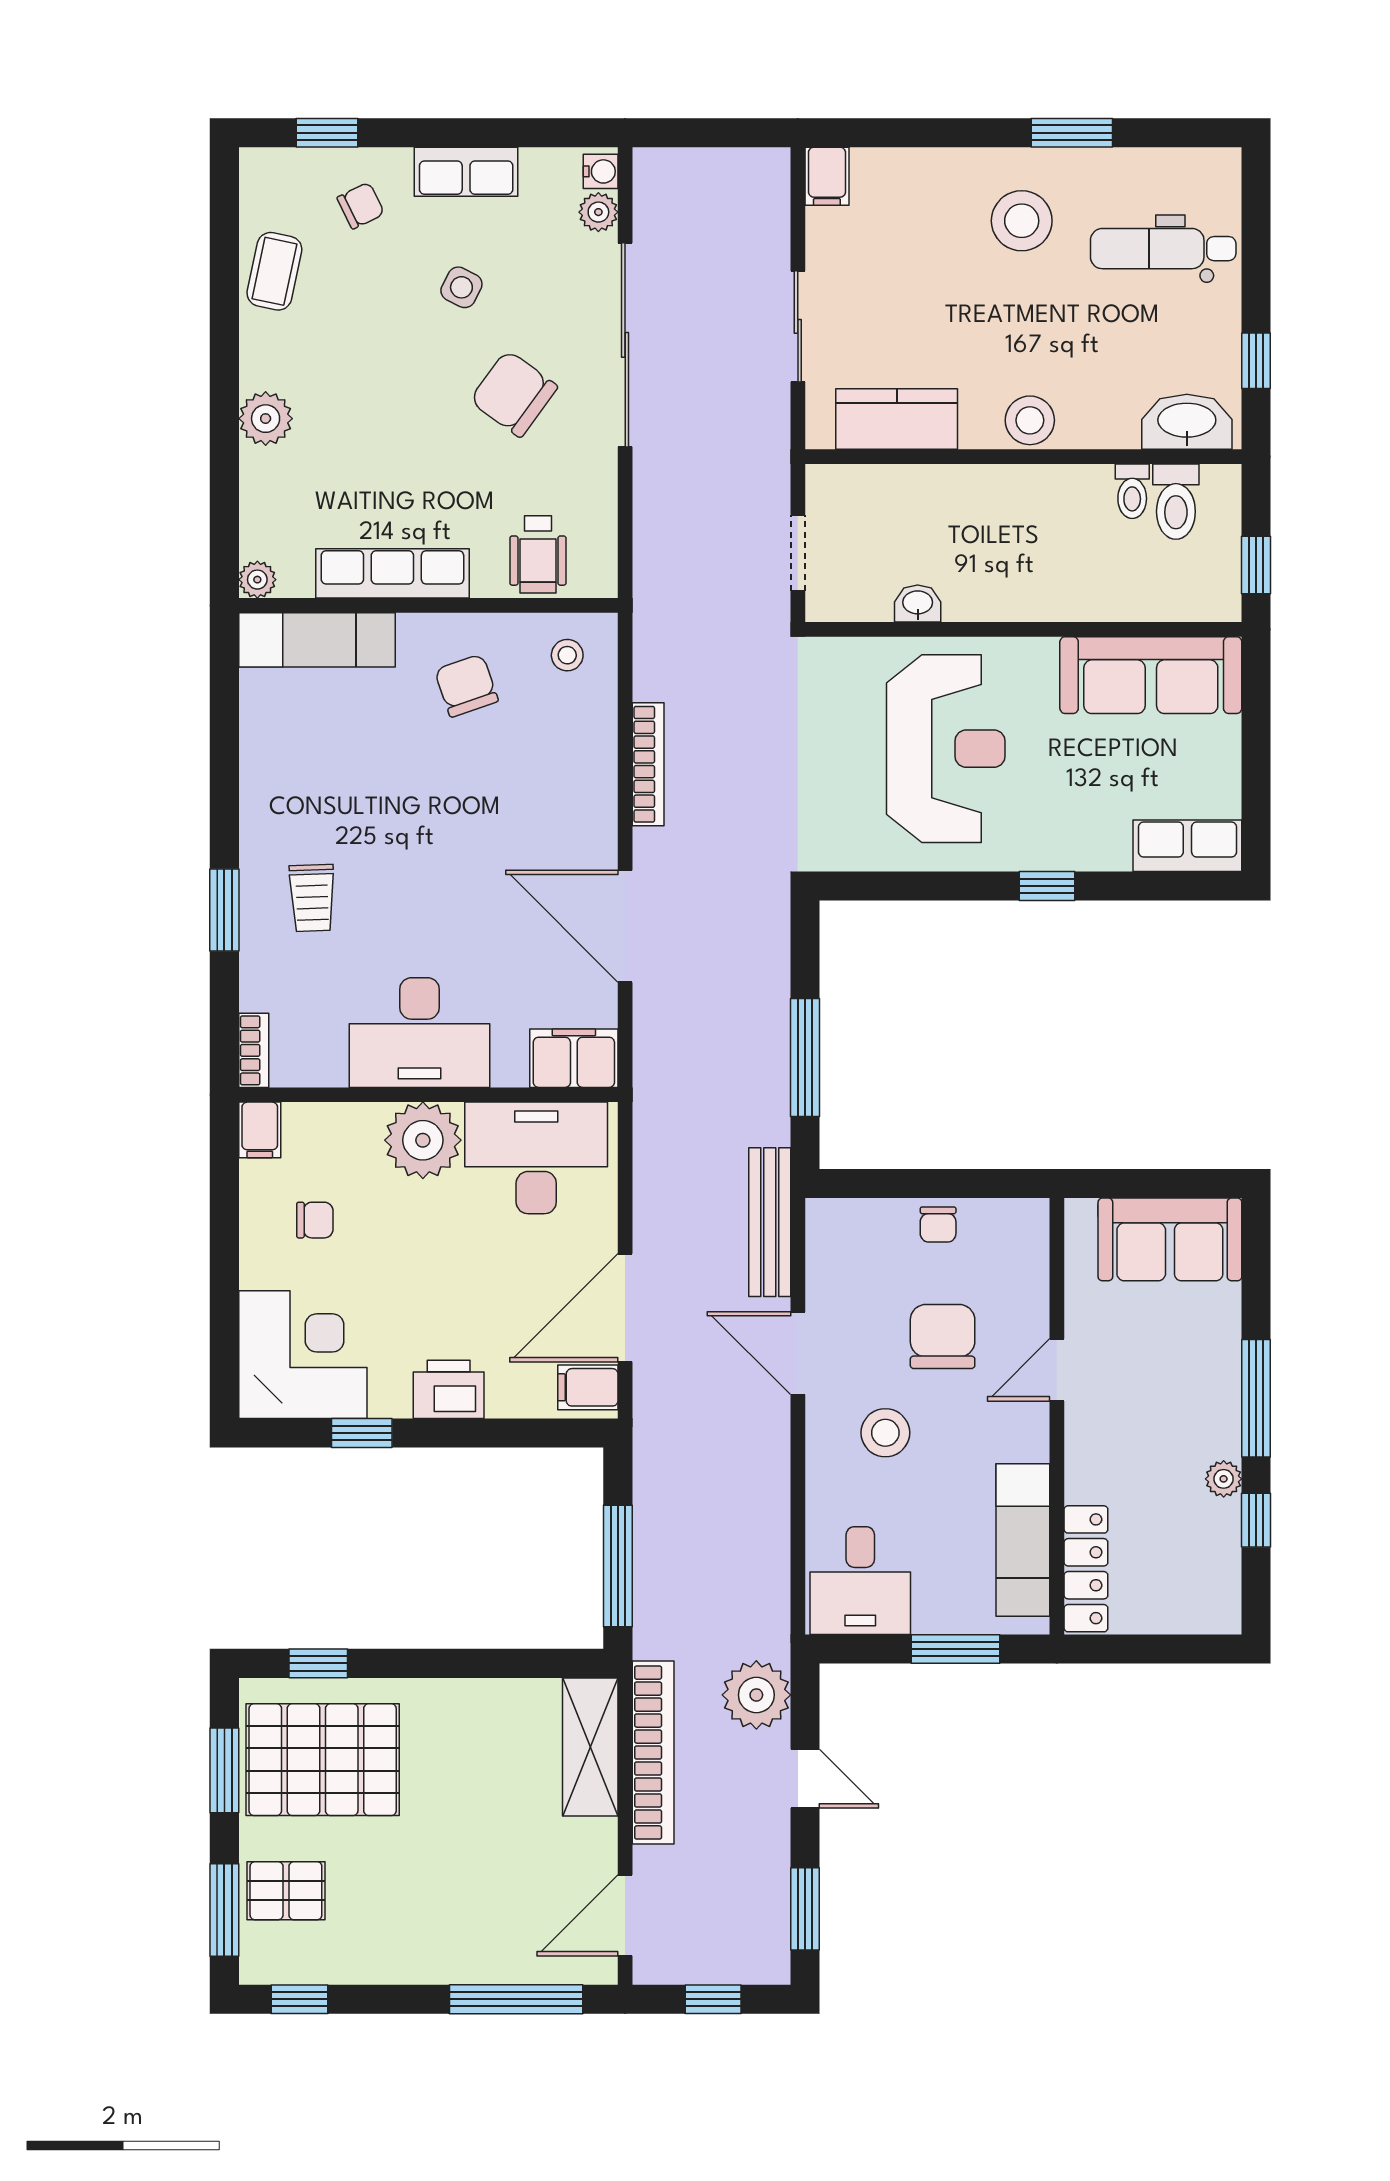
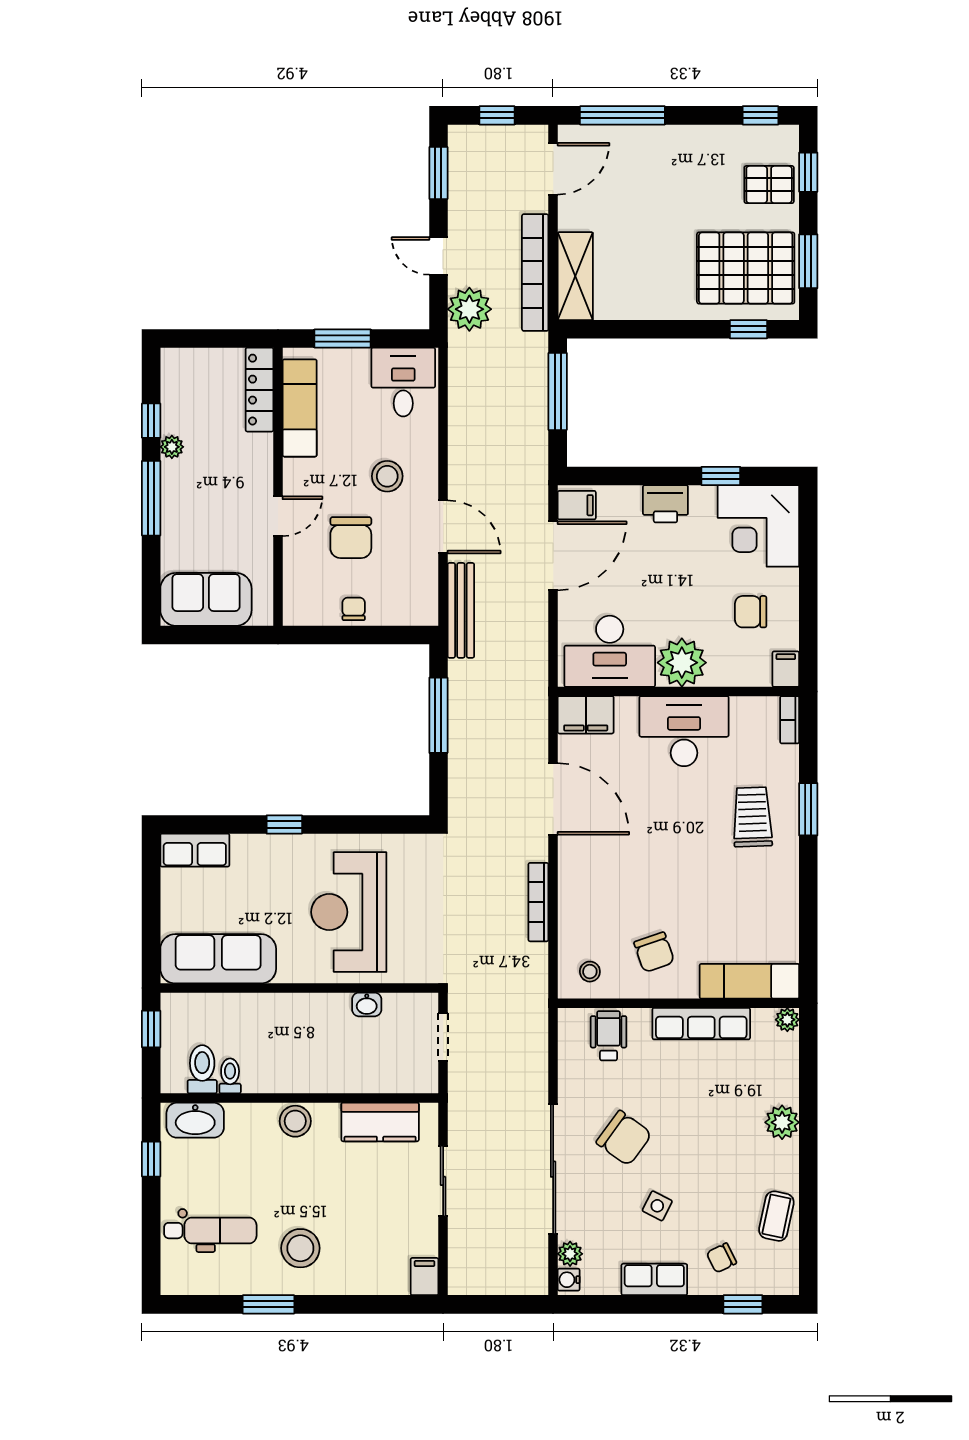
trolley: (312, 898) -> (752, 817), width x1.36, depth x1.39
chair: (315, 1220) -> (751, 612), width x1.37, depth x1.37
window: (224, 1910) -> (808, 172), width x0.67

